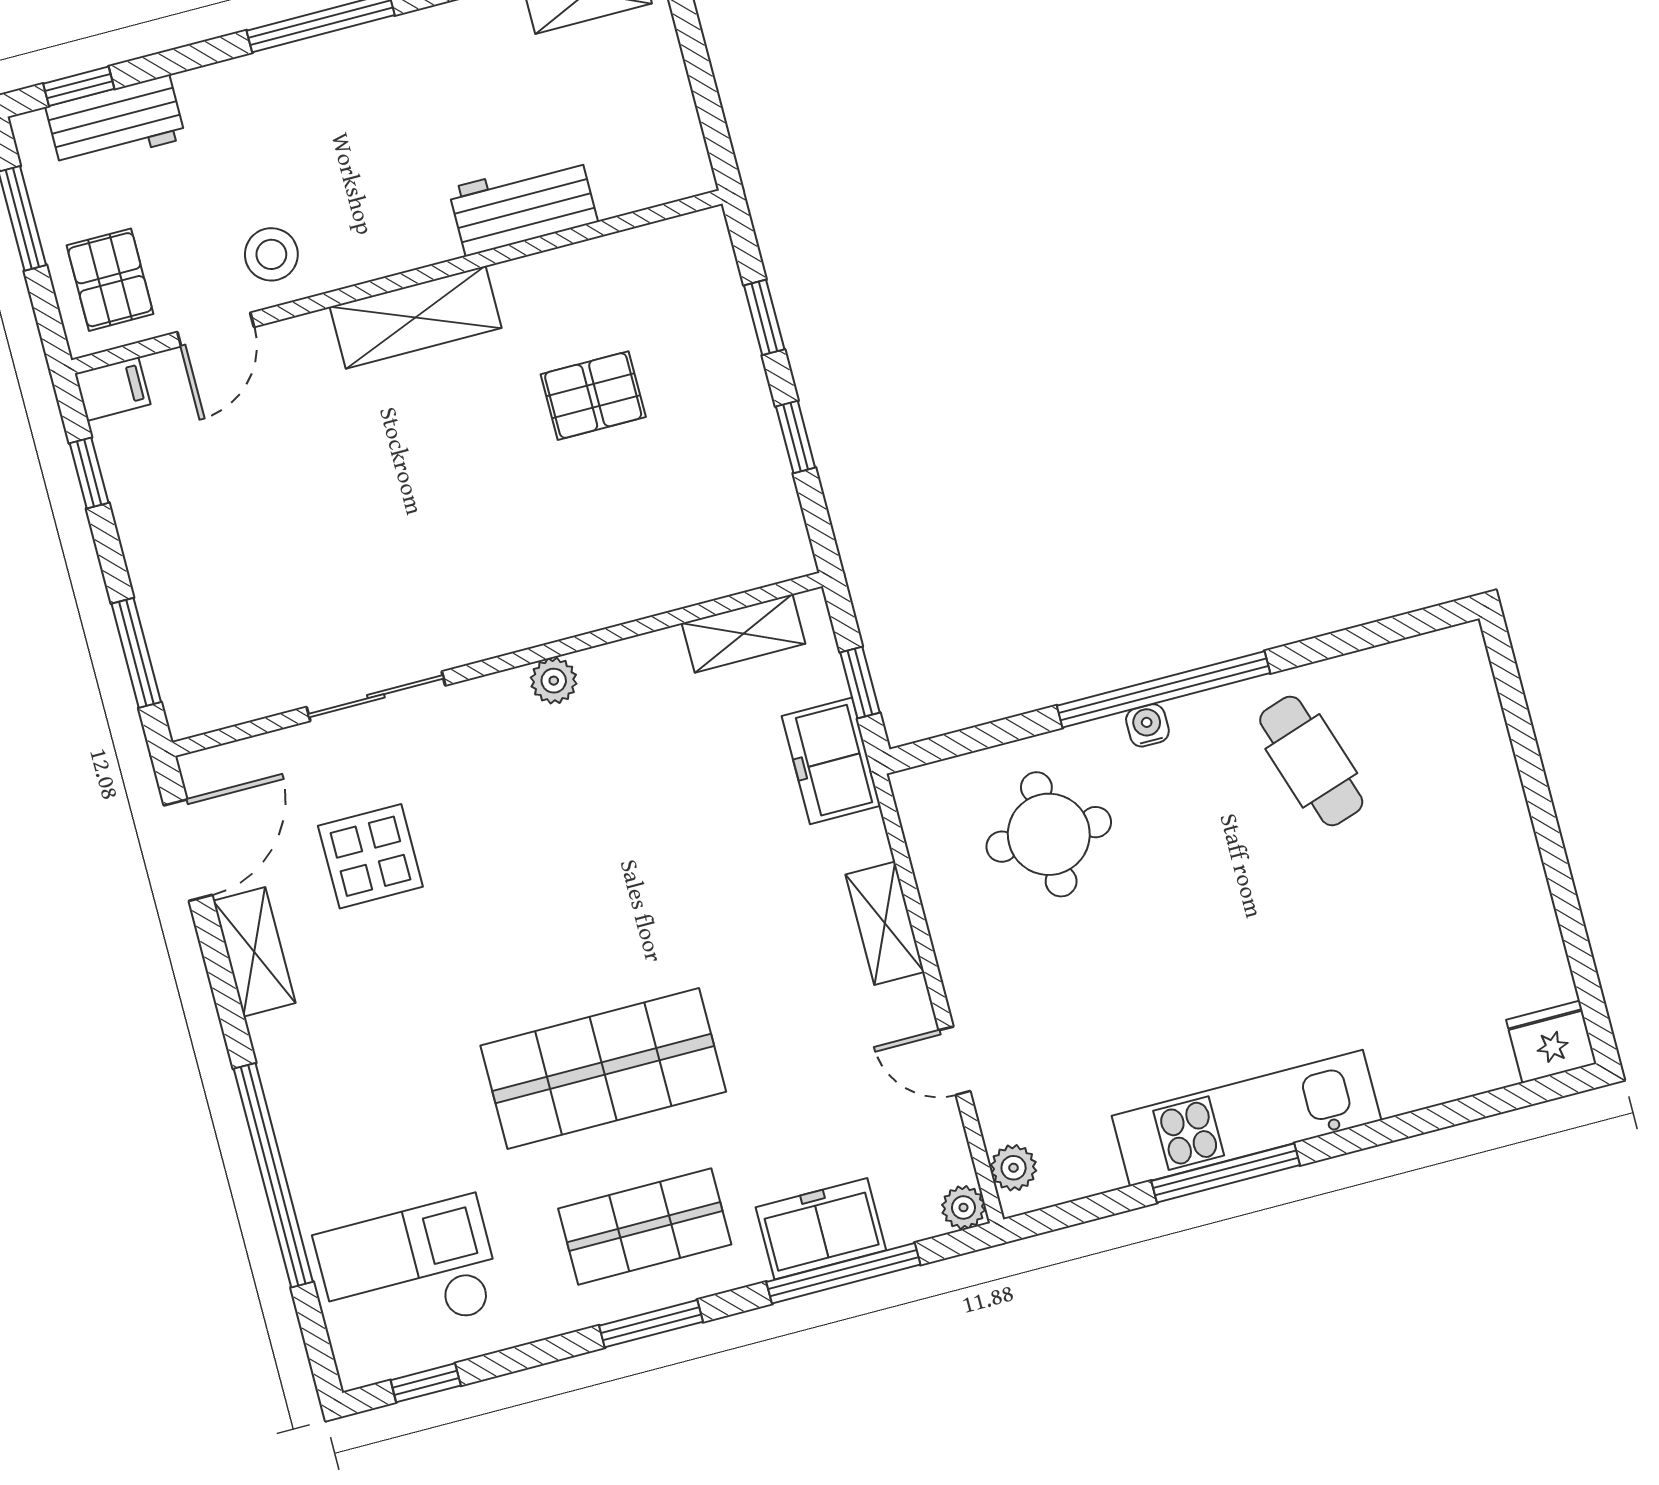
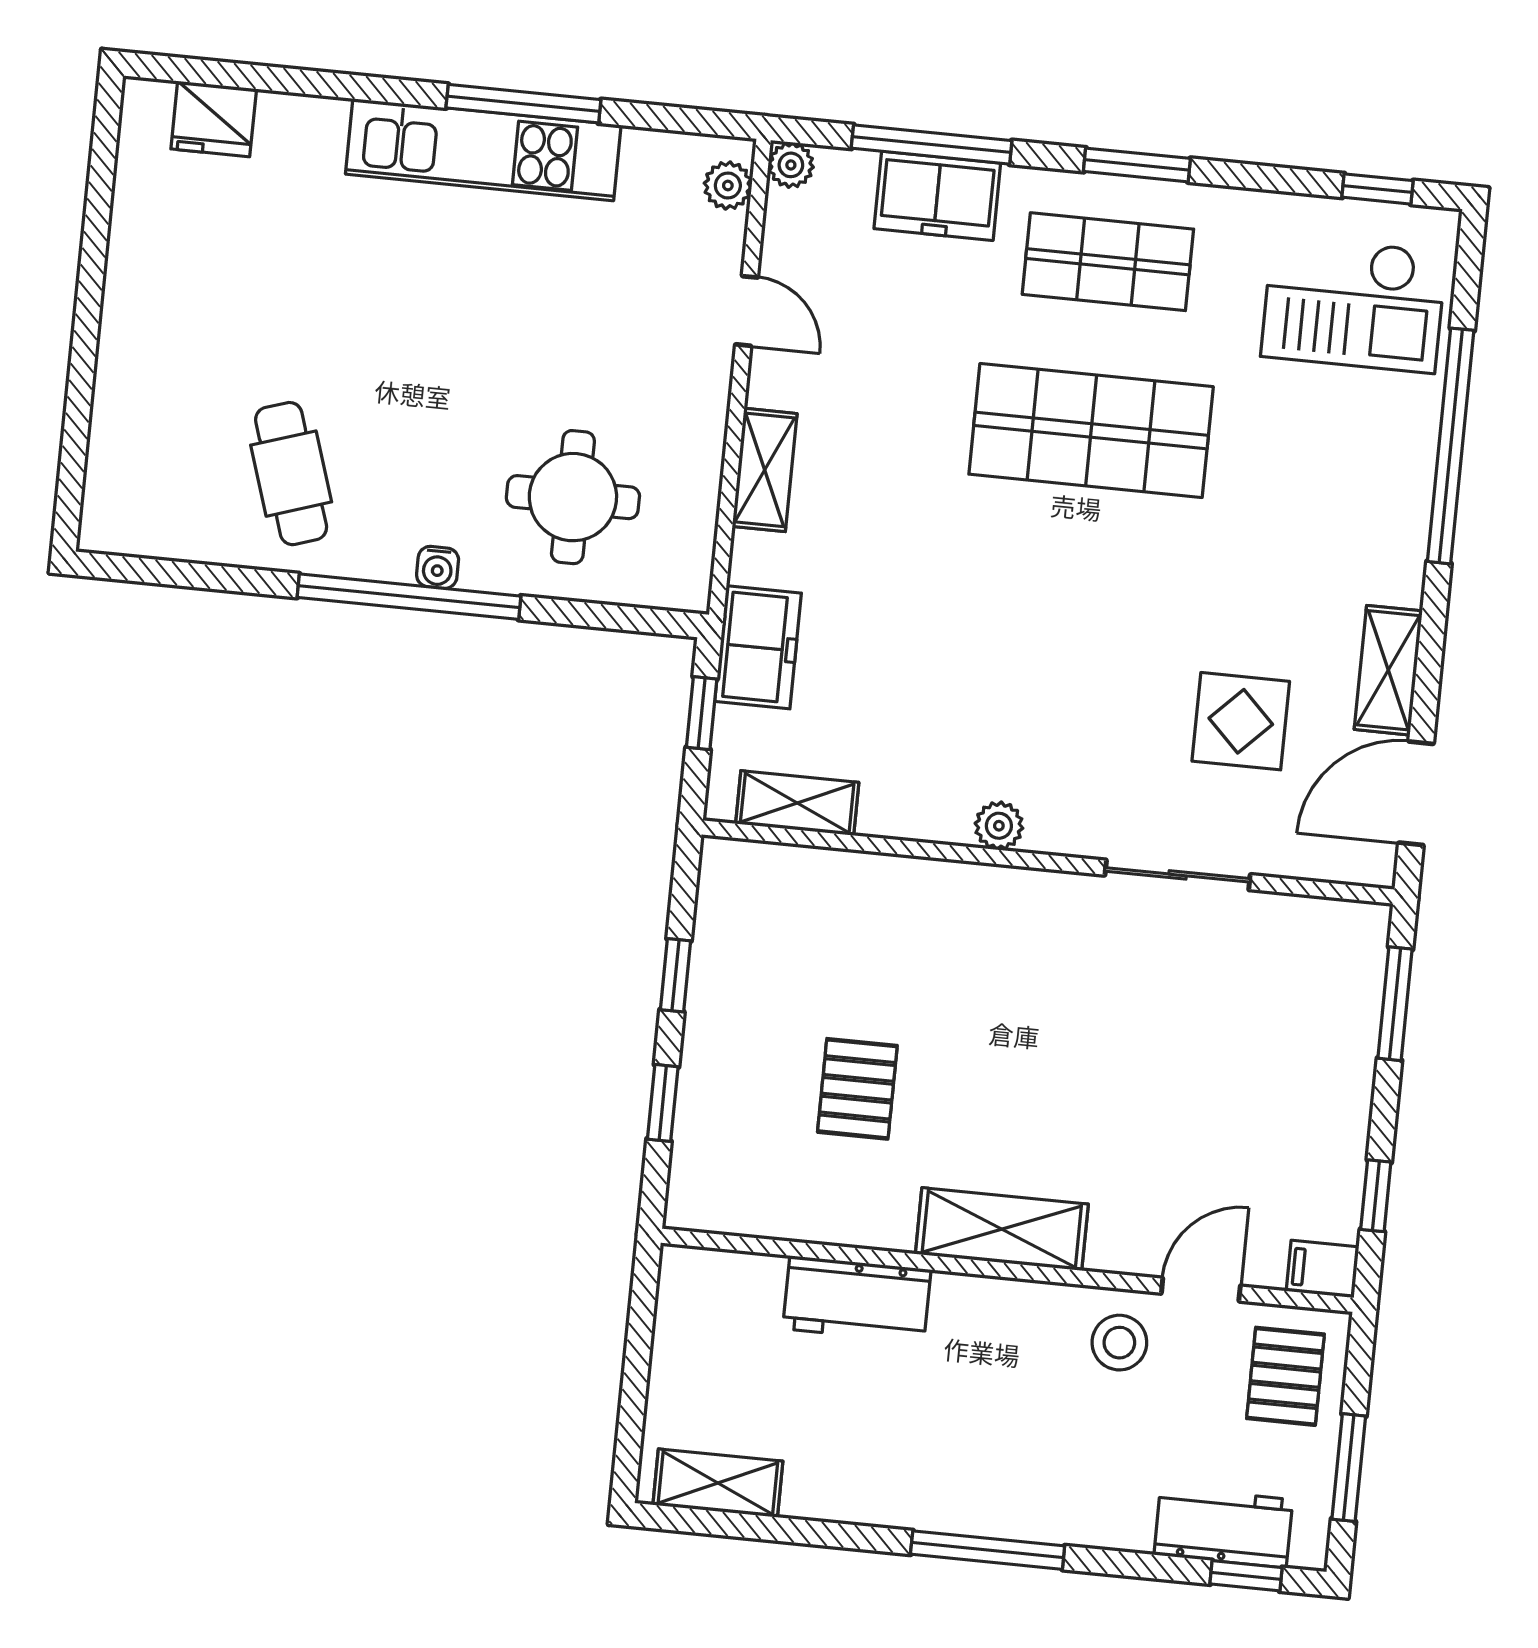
pallet: (593, 396) -> (857, 1089), turned 90
fridge: (1551, 1042) -> (214, 119), moved

